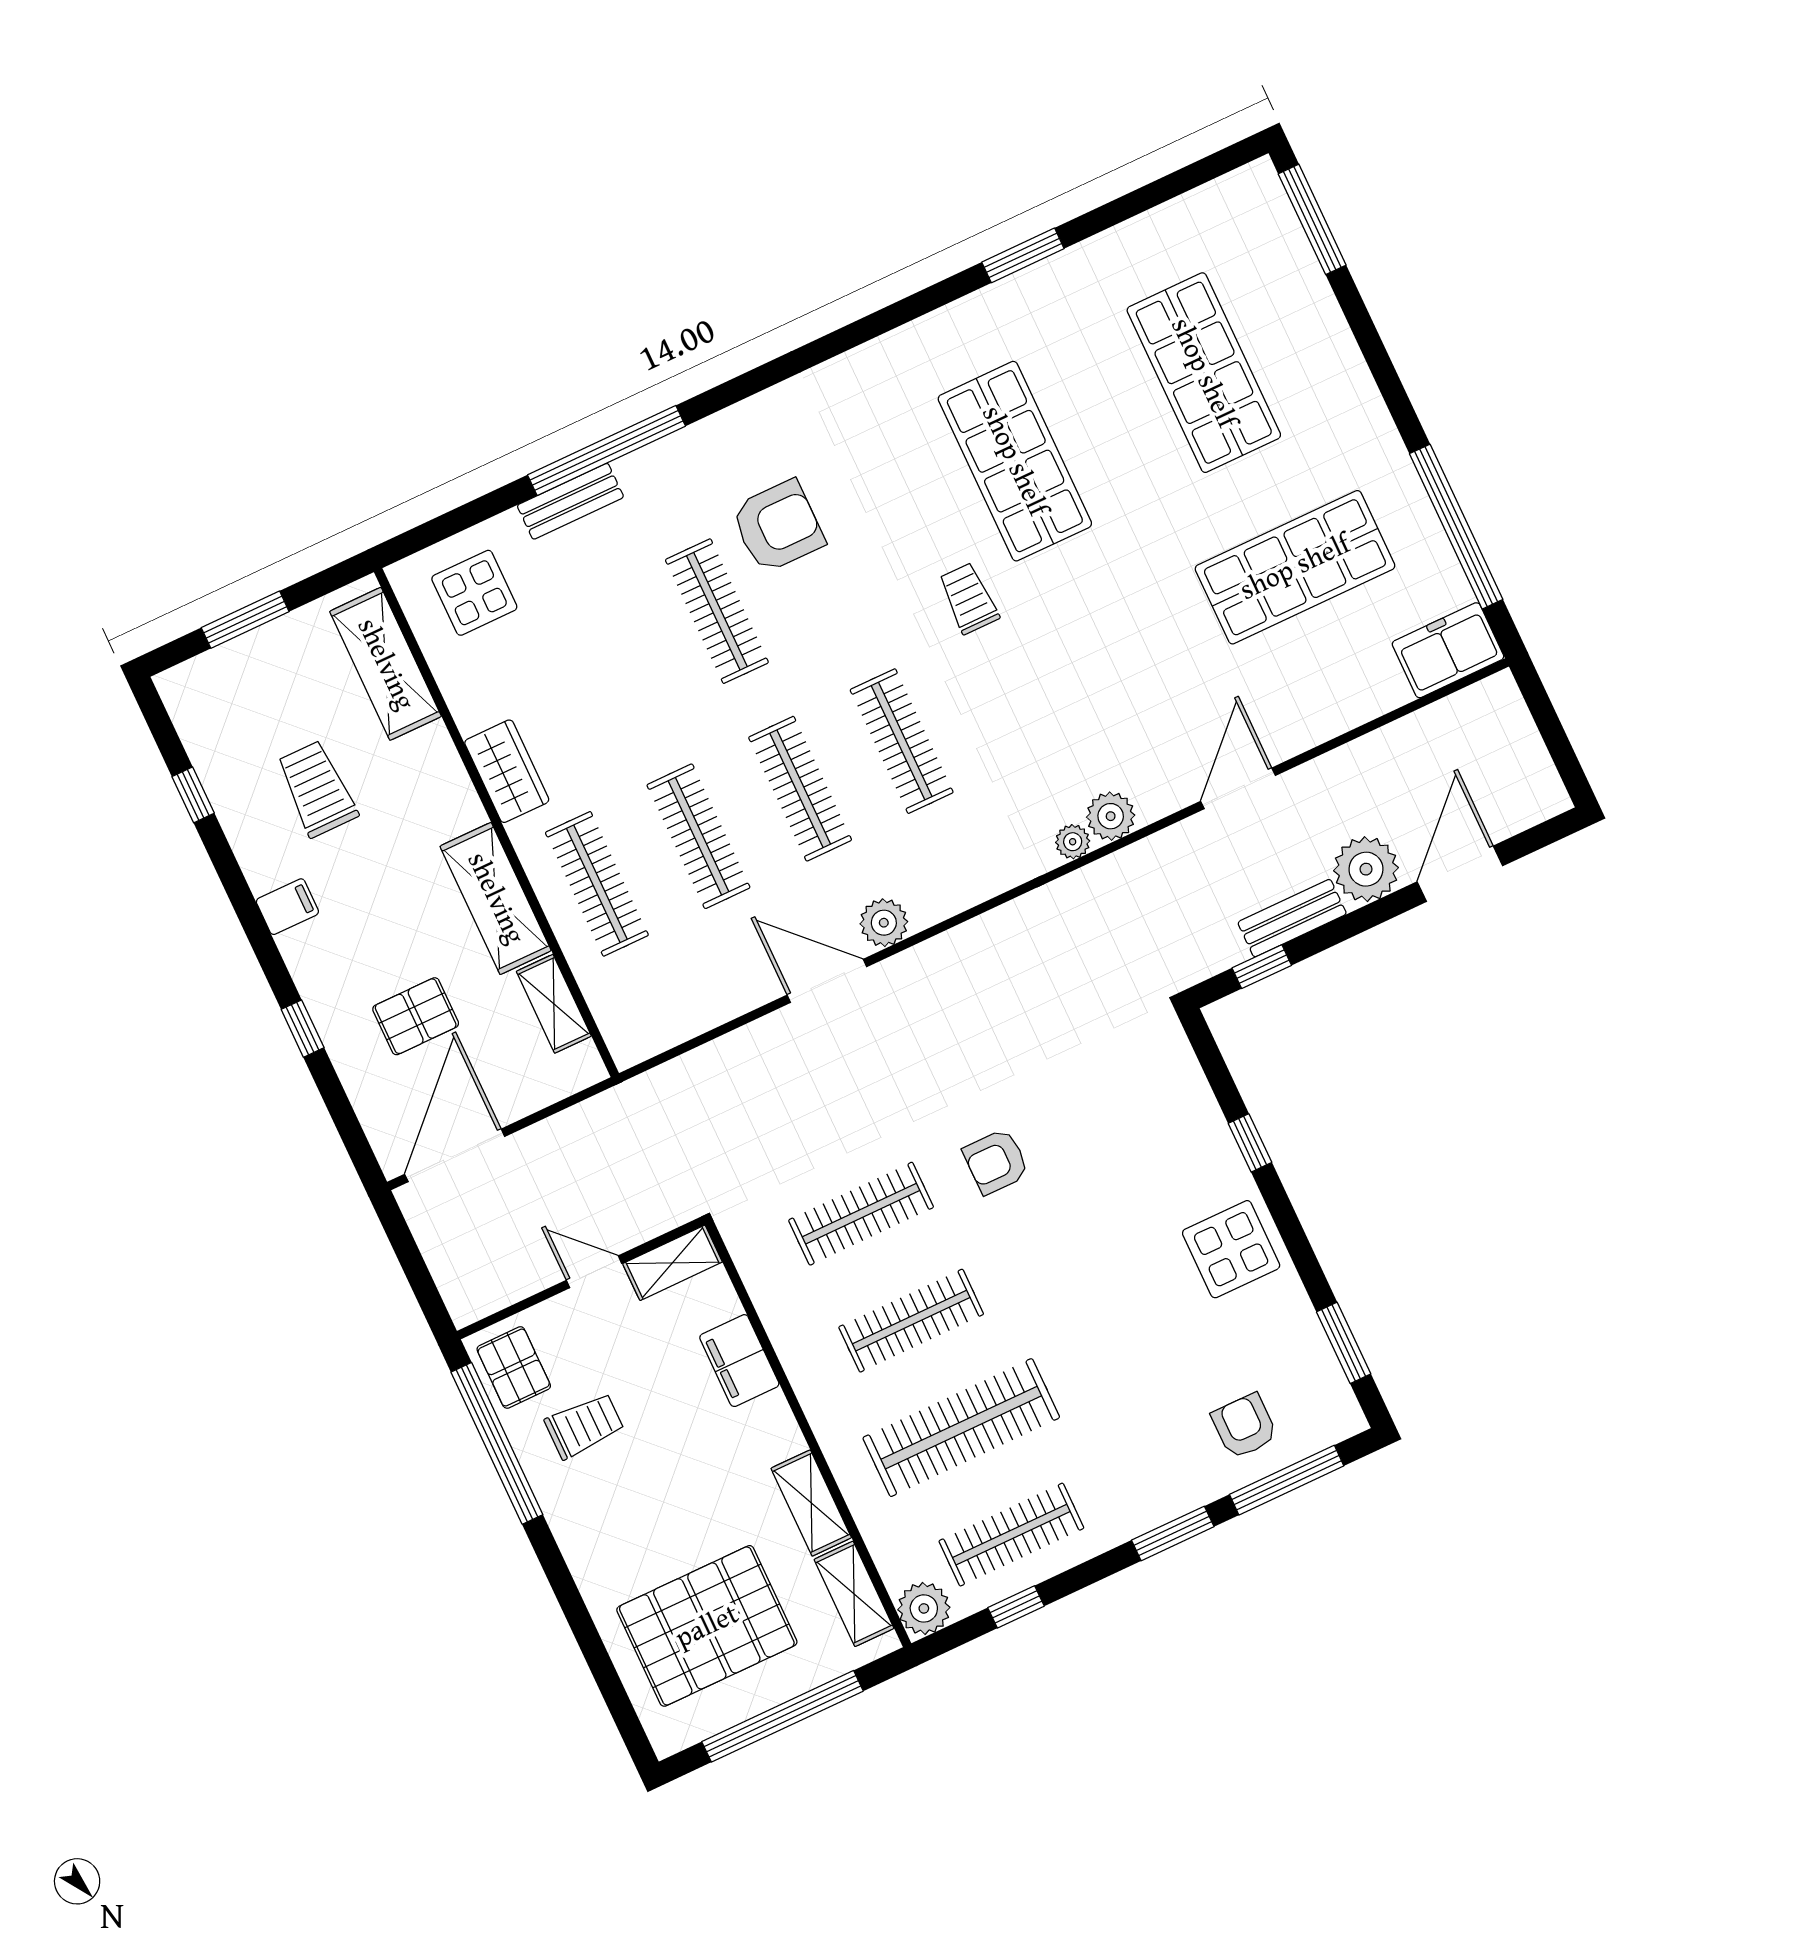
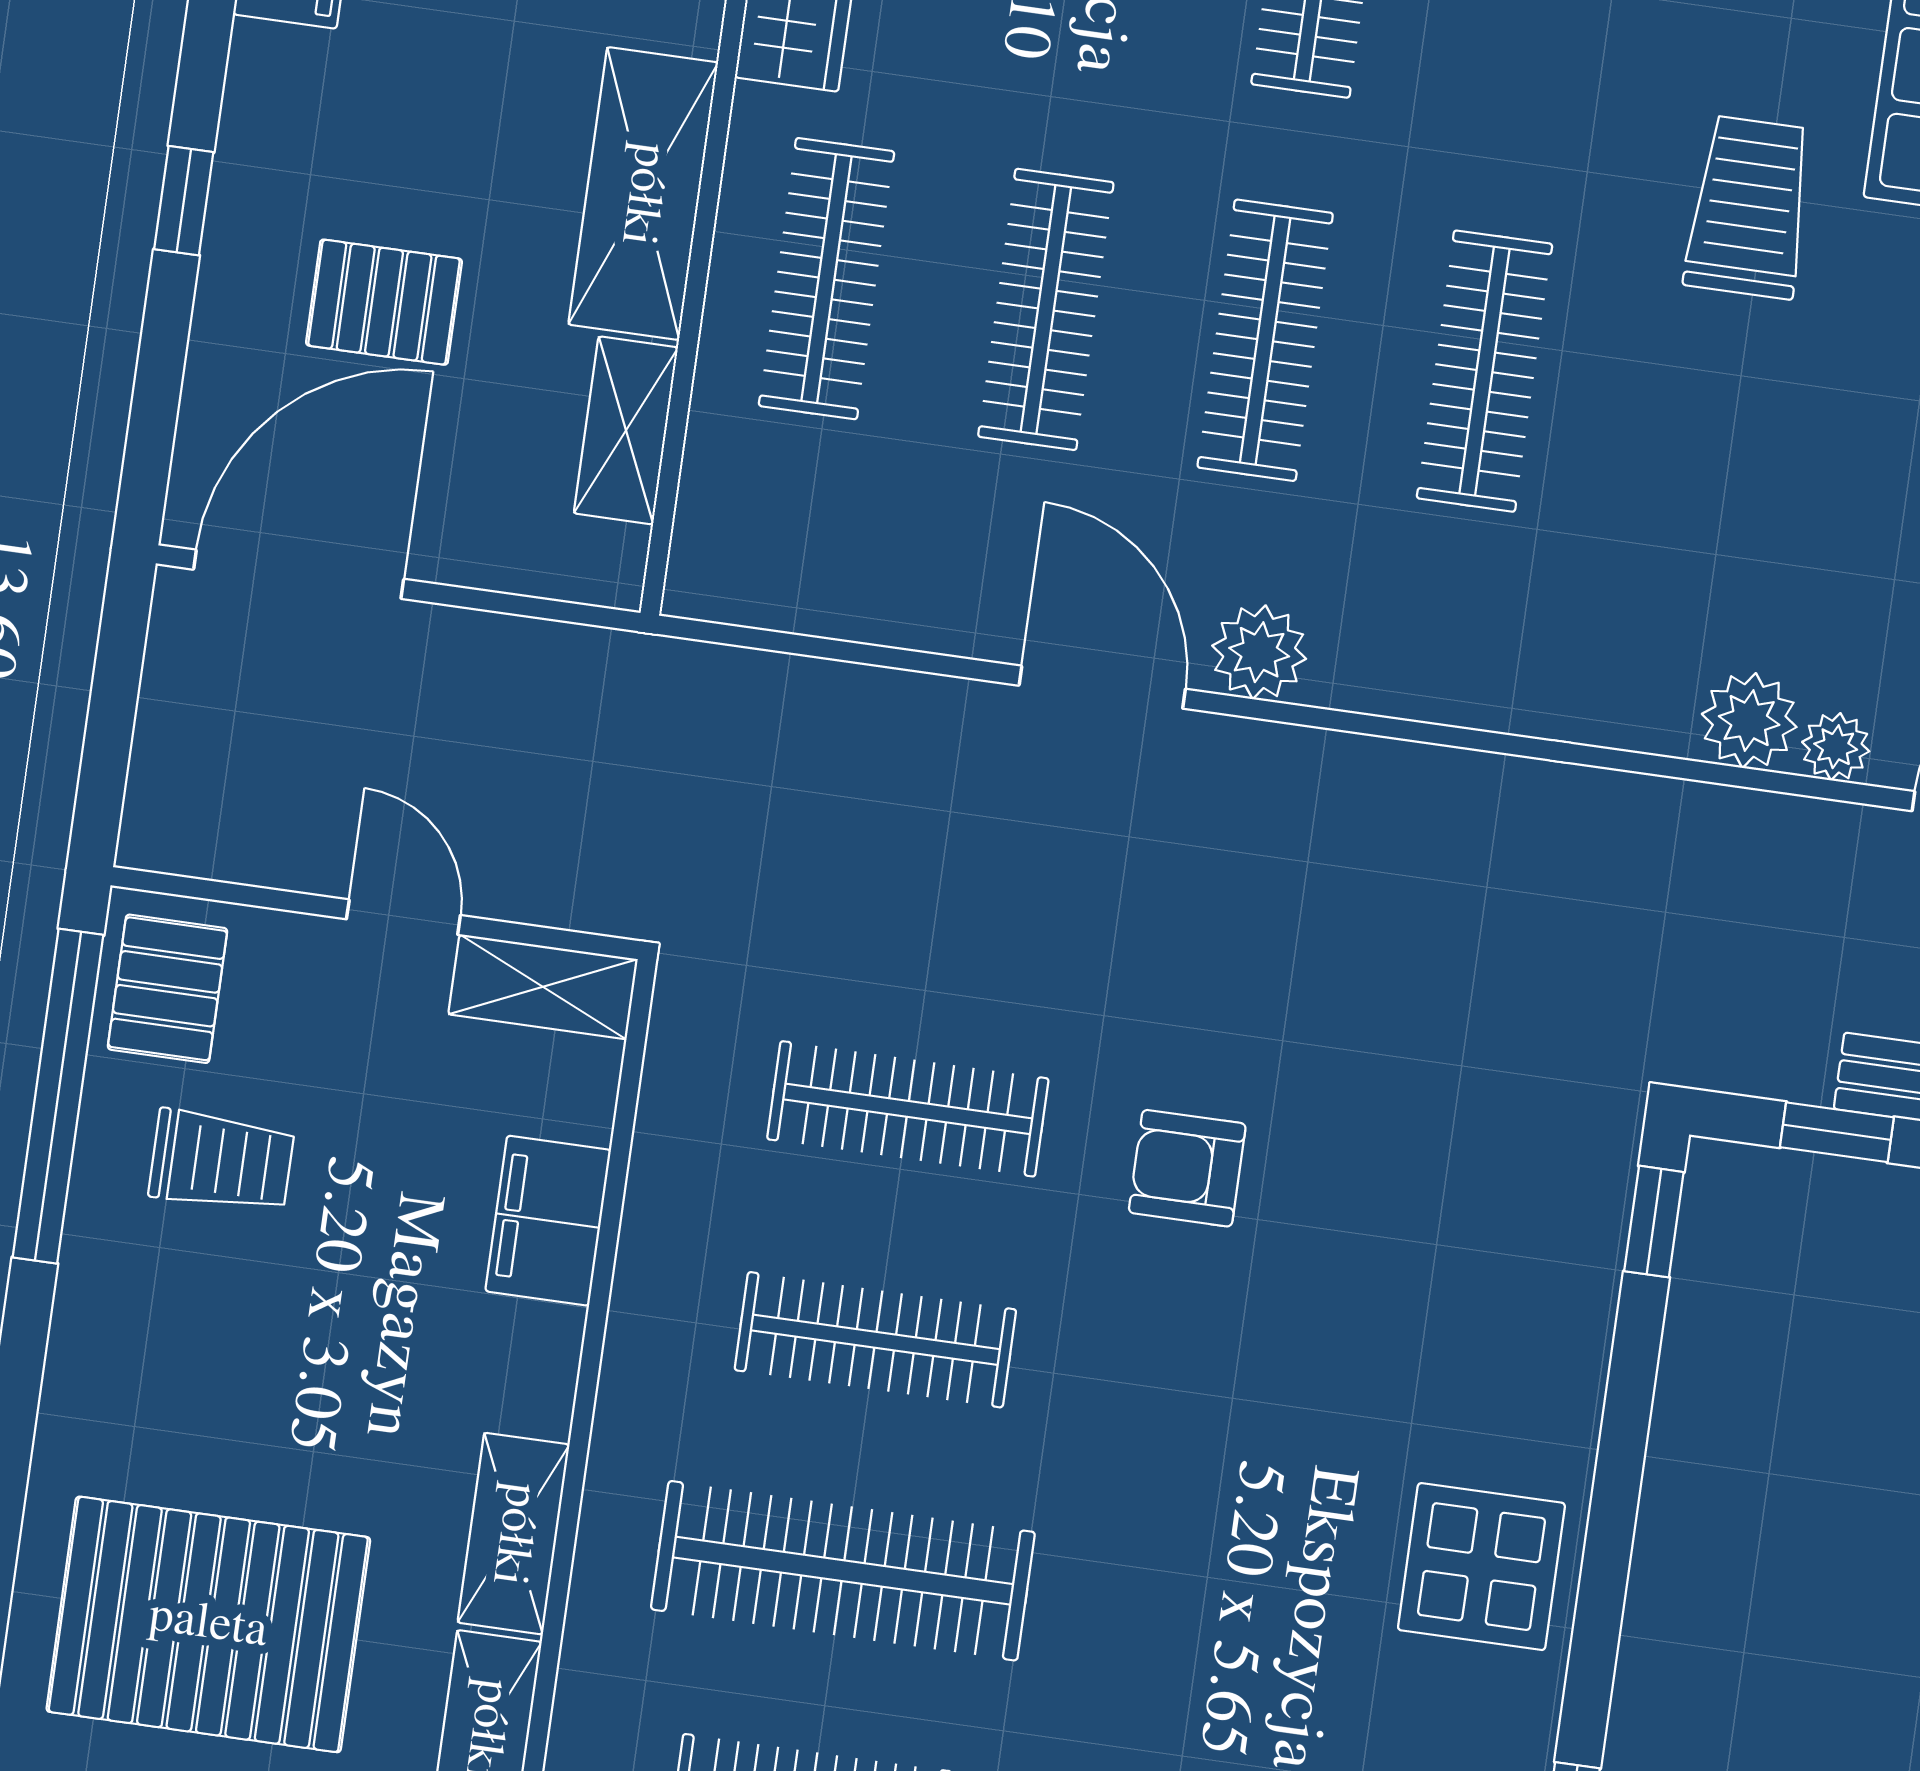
trolley: (969, 598) -> (1749, 207), width x1.36, depth x1.39
plant: (1073, 842) -> (1836, 747), moved
window: (1250, 1143) -> (1654, 1222), moved

